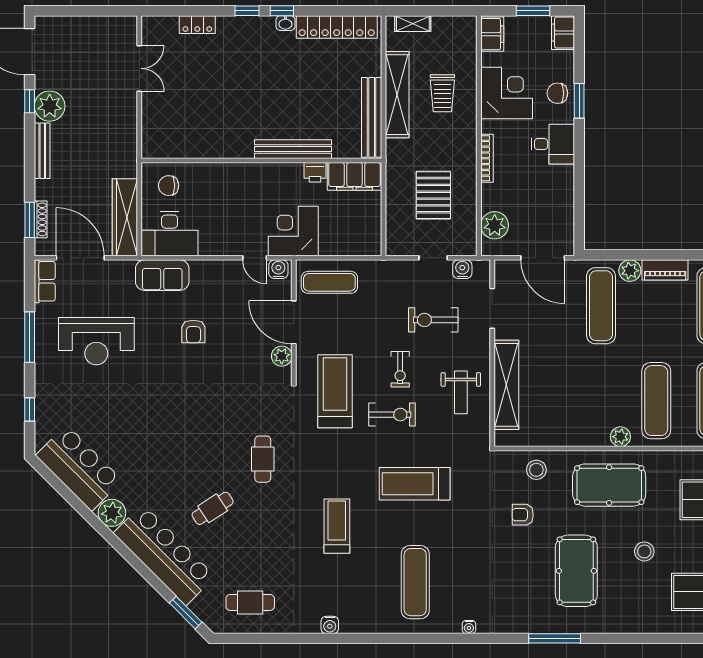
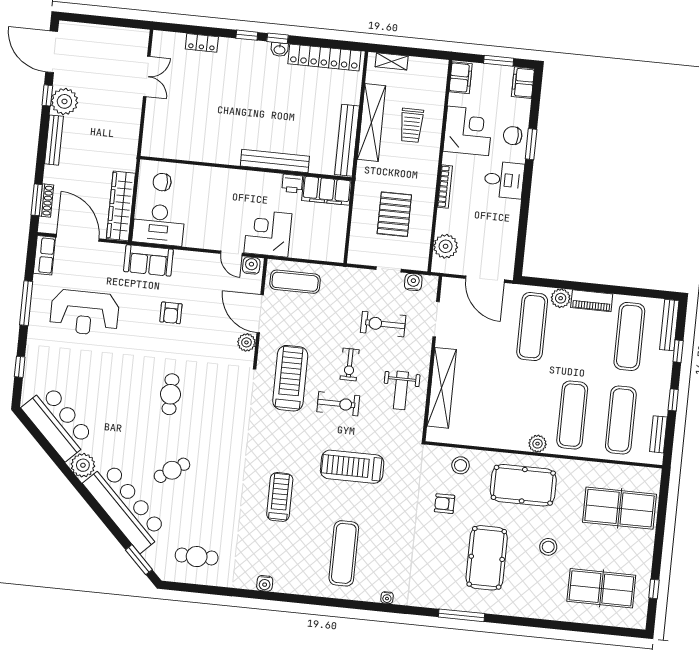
cafe table: (263, 459) -> (171, 394), moved

